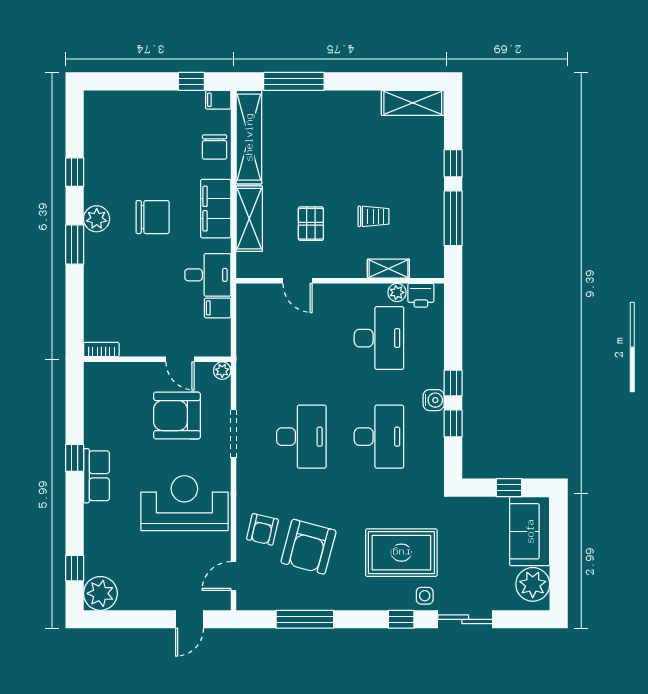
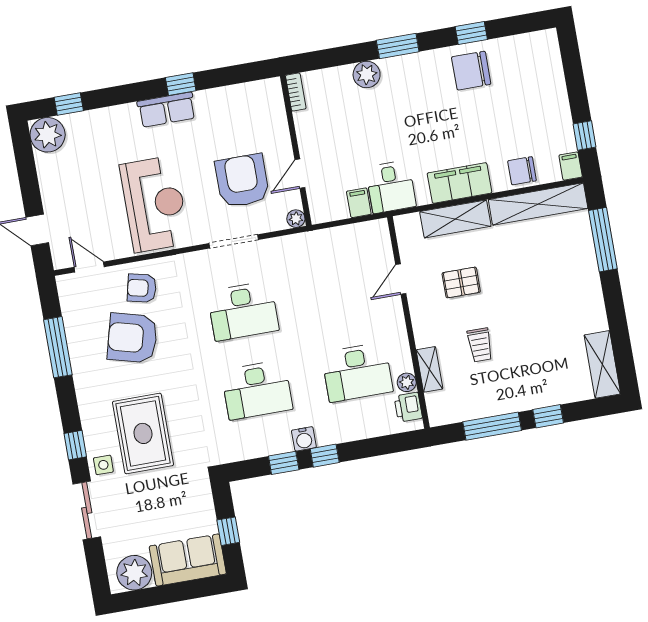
chair: (153, 217) -> (471, 71), moved, turned 90
plant: (97, 219) -> (367, 74), moved

